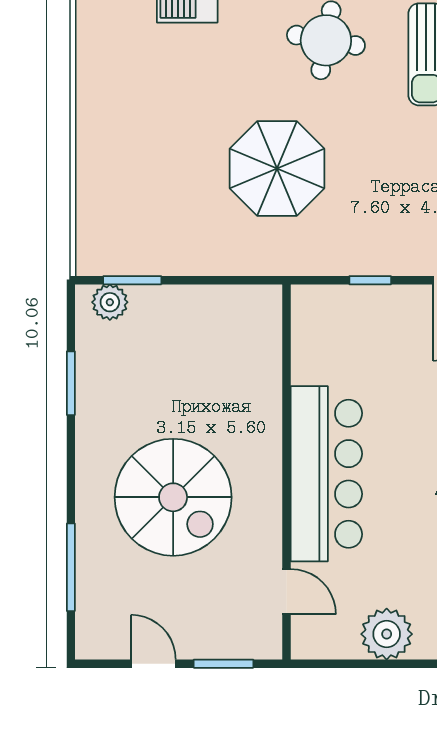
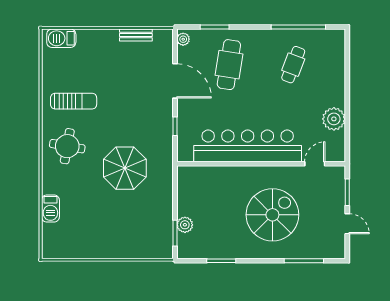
plant: (110, 302) -> (185, 225), moved
bar counter: (326, 474) -> (248, 146), width x1.36
door: (153, 664) -> (347, 224), swing flipped

